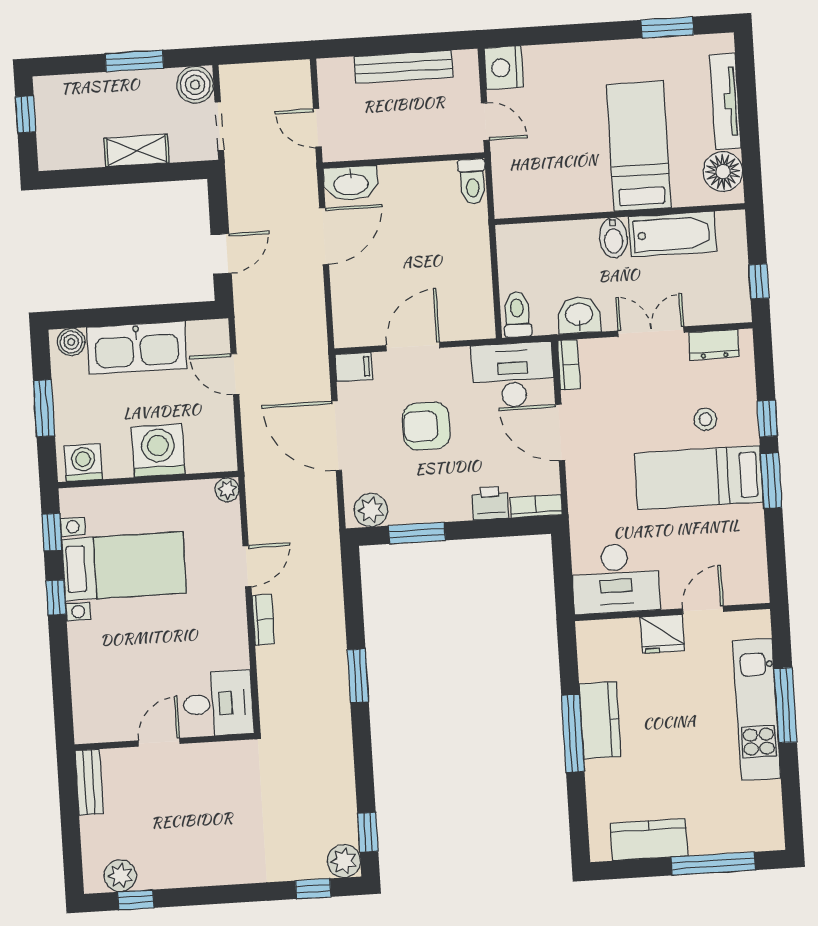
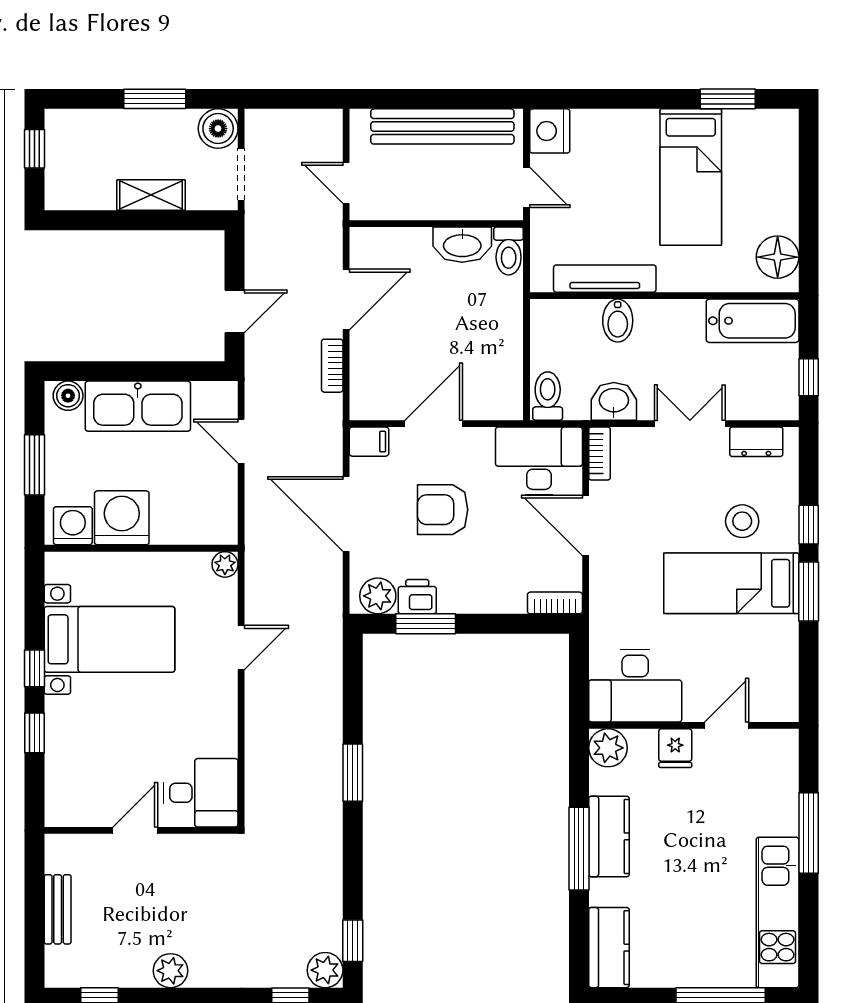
bench: (403, 67) -> (442, 126), width x1.37, depth x1.21
tv unit: (725, 101) -> (605, 279), moved, turned 90
bed: (639, 146) -> (691, 177), moved, turned 180
washbasin: (351, 183) -> (462, 245), moved
bathtub: (673, 234) -> (753, 321), moved
bidet: (613, 238) -> (618, 321), moved
stool: (705, 419) -> (742, 521), width x1.37, depth x1.37
washing machine: (158, 451) -> (122, 518), moved
printer: (490, 503) -> (417, 597), moved
window: (52, 532) -> (35, 733), moved
bookcase: (263, 620) -> (332, 366), moved, turned 180
fridge: (662, 634) -> (675, 748), width x0.72
plant: (594, 638) -> (608, 748), added
kitchen unit: (757, 709) -> (778, 912), moved
bench: (89, 782) -> (58, 909), moved
kitchen counter: (649, 840) -> (609, 948), moved, turned 90
plant: (120, 876) -> (170, 971), moved

